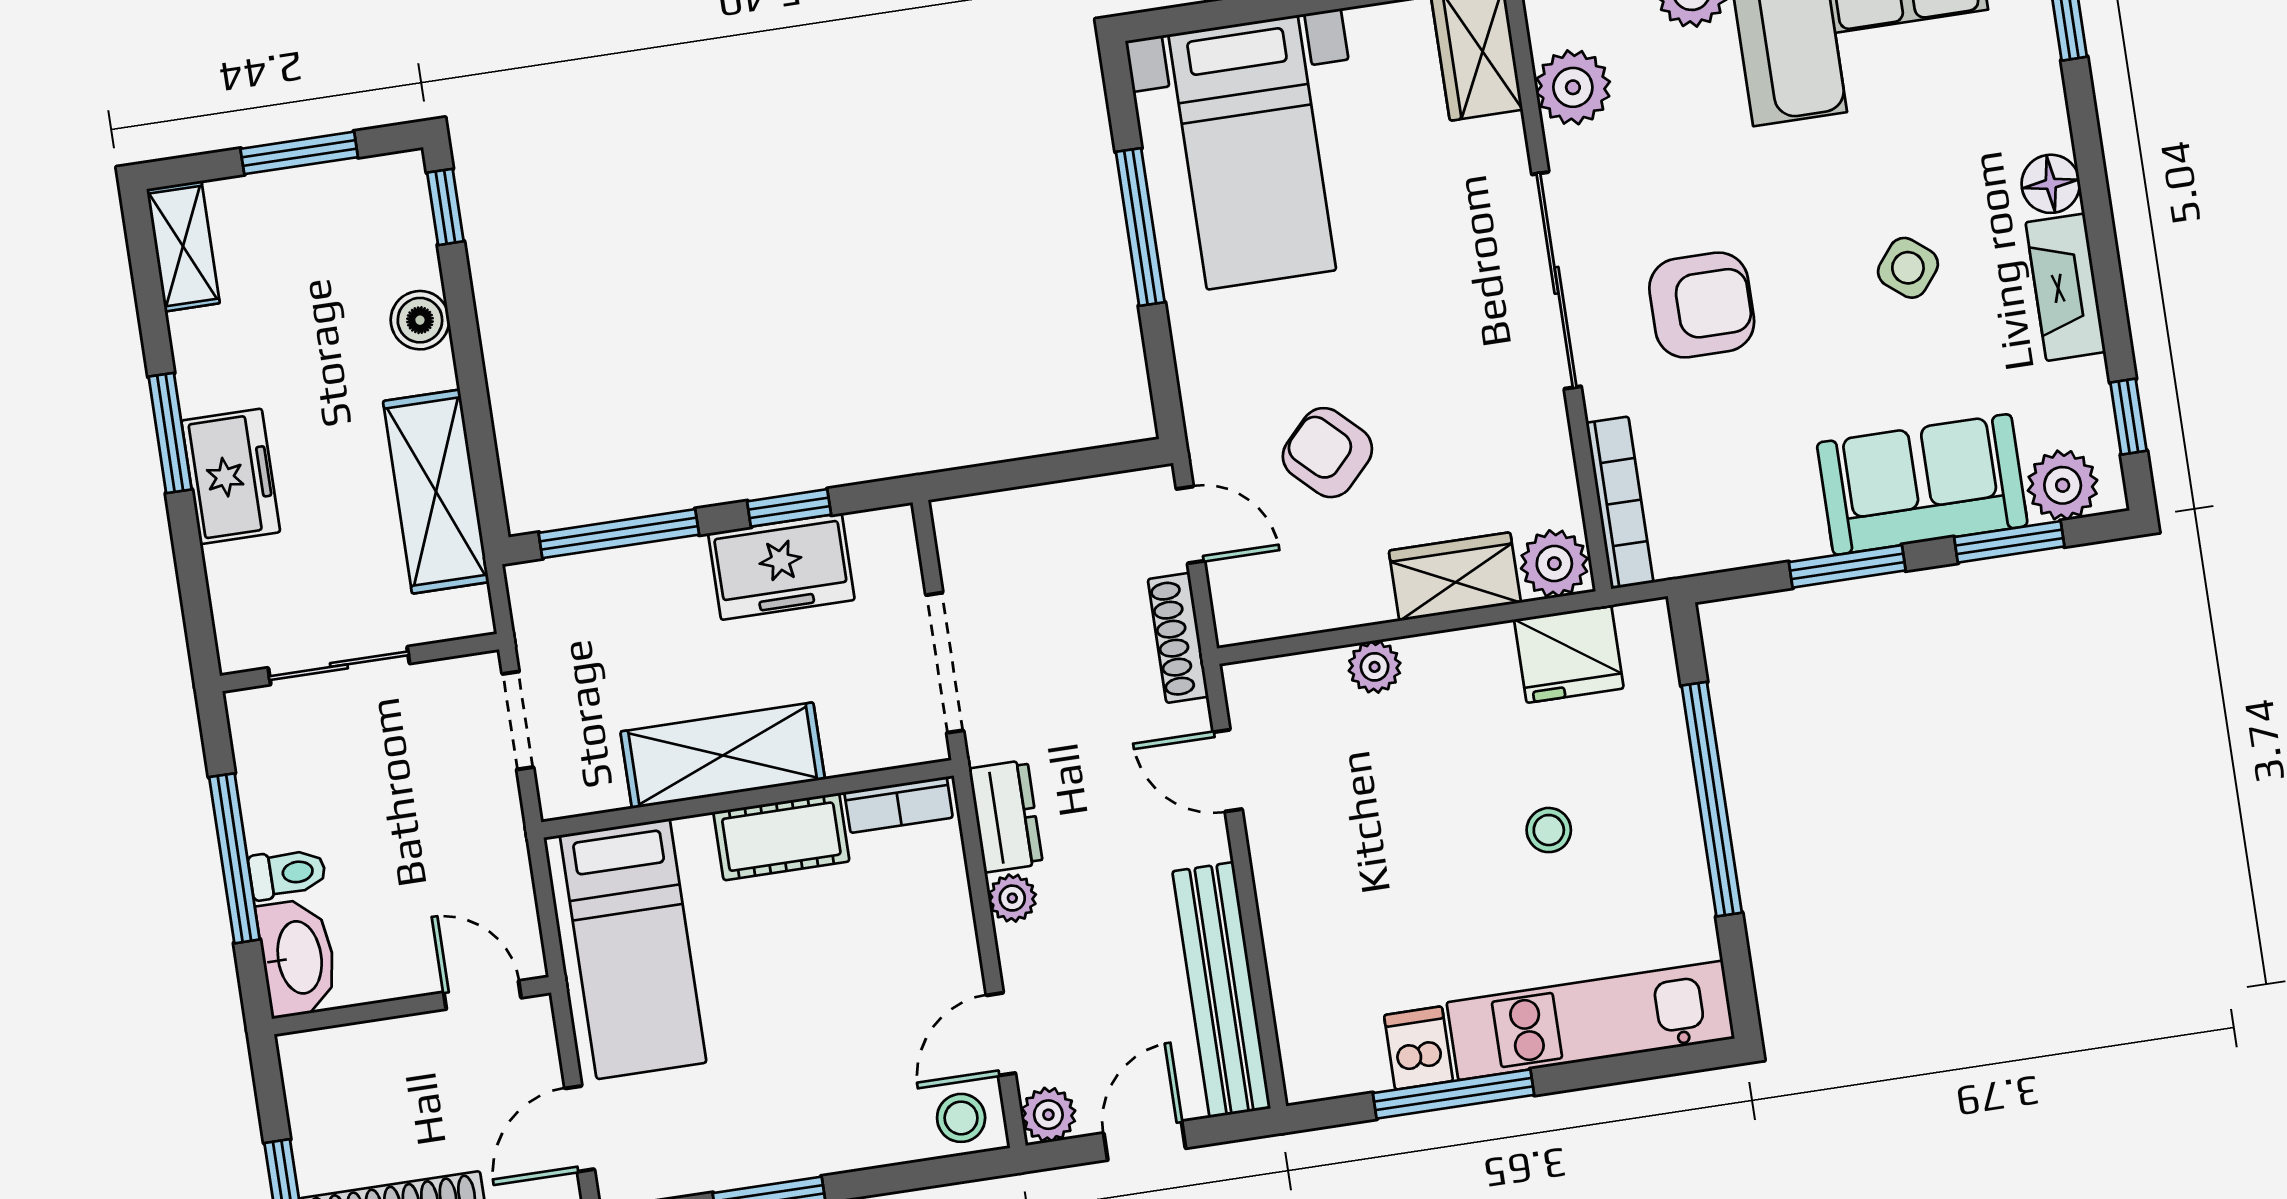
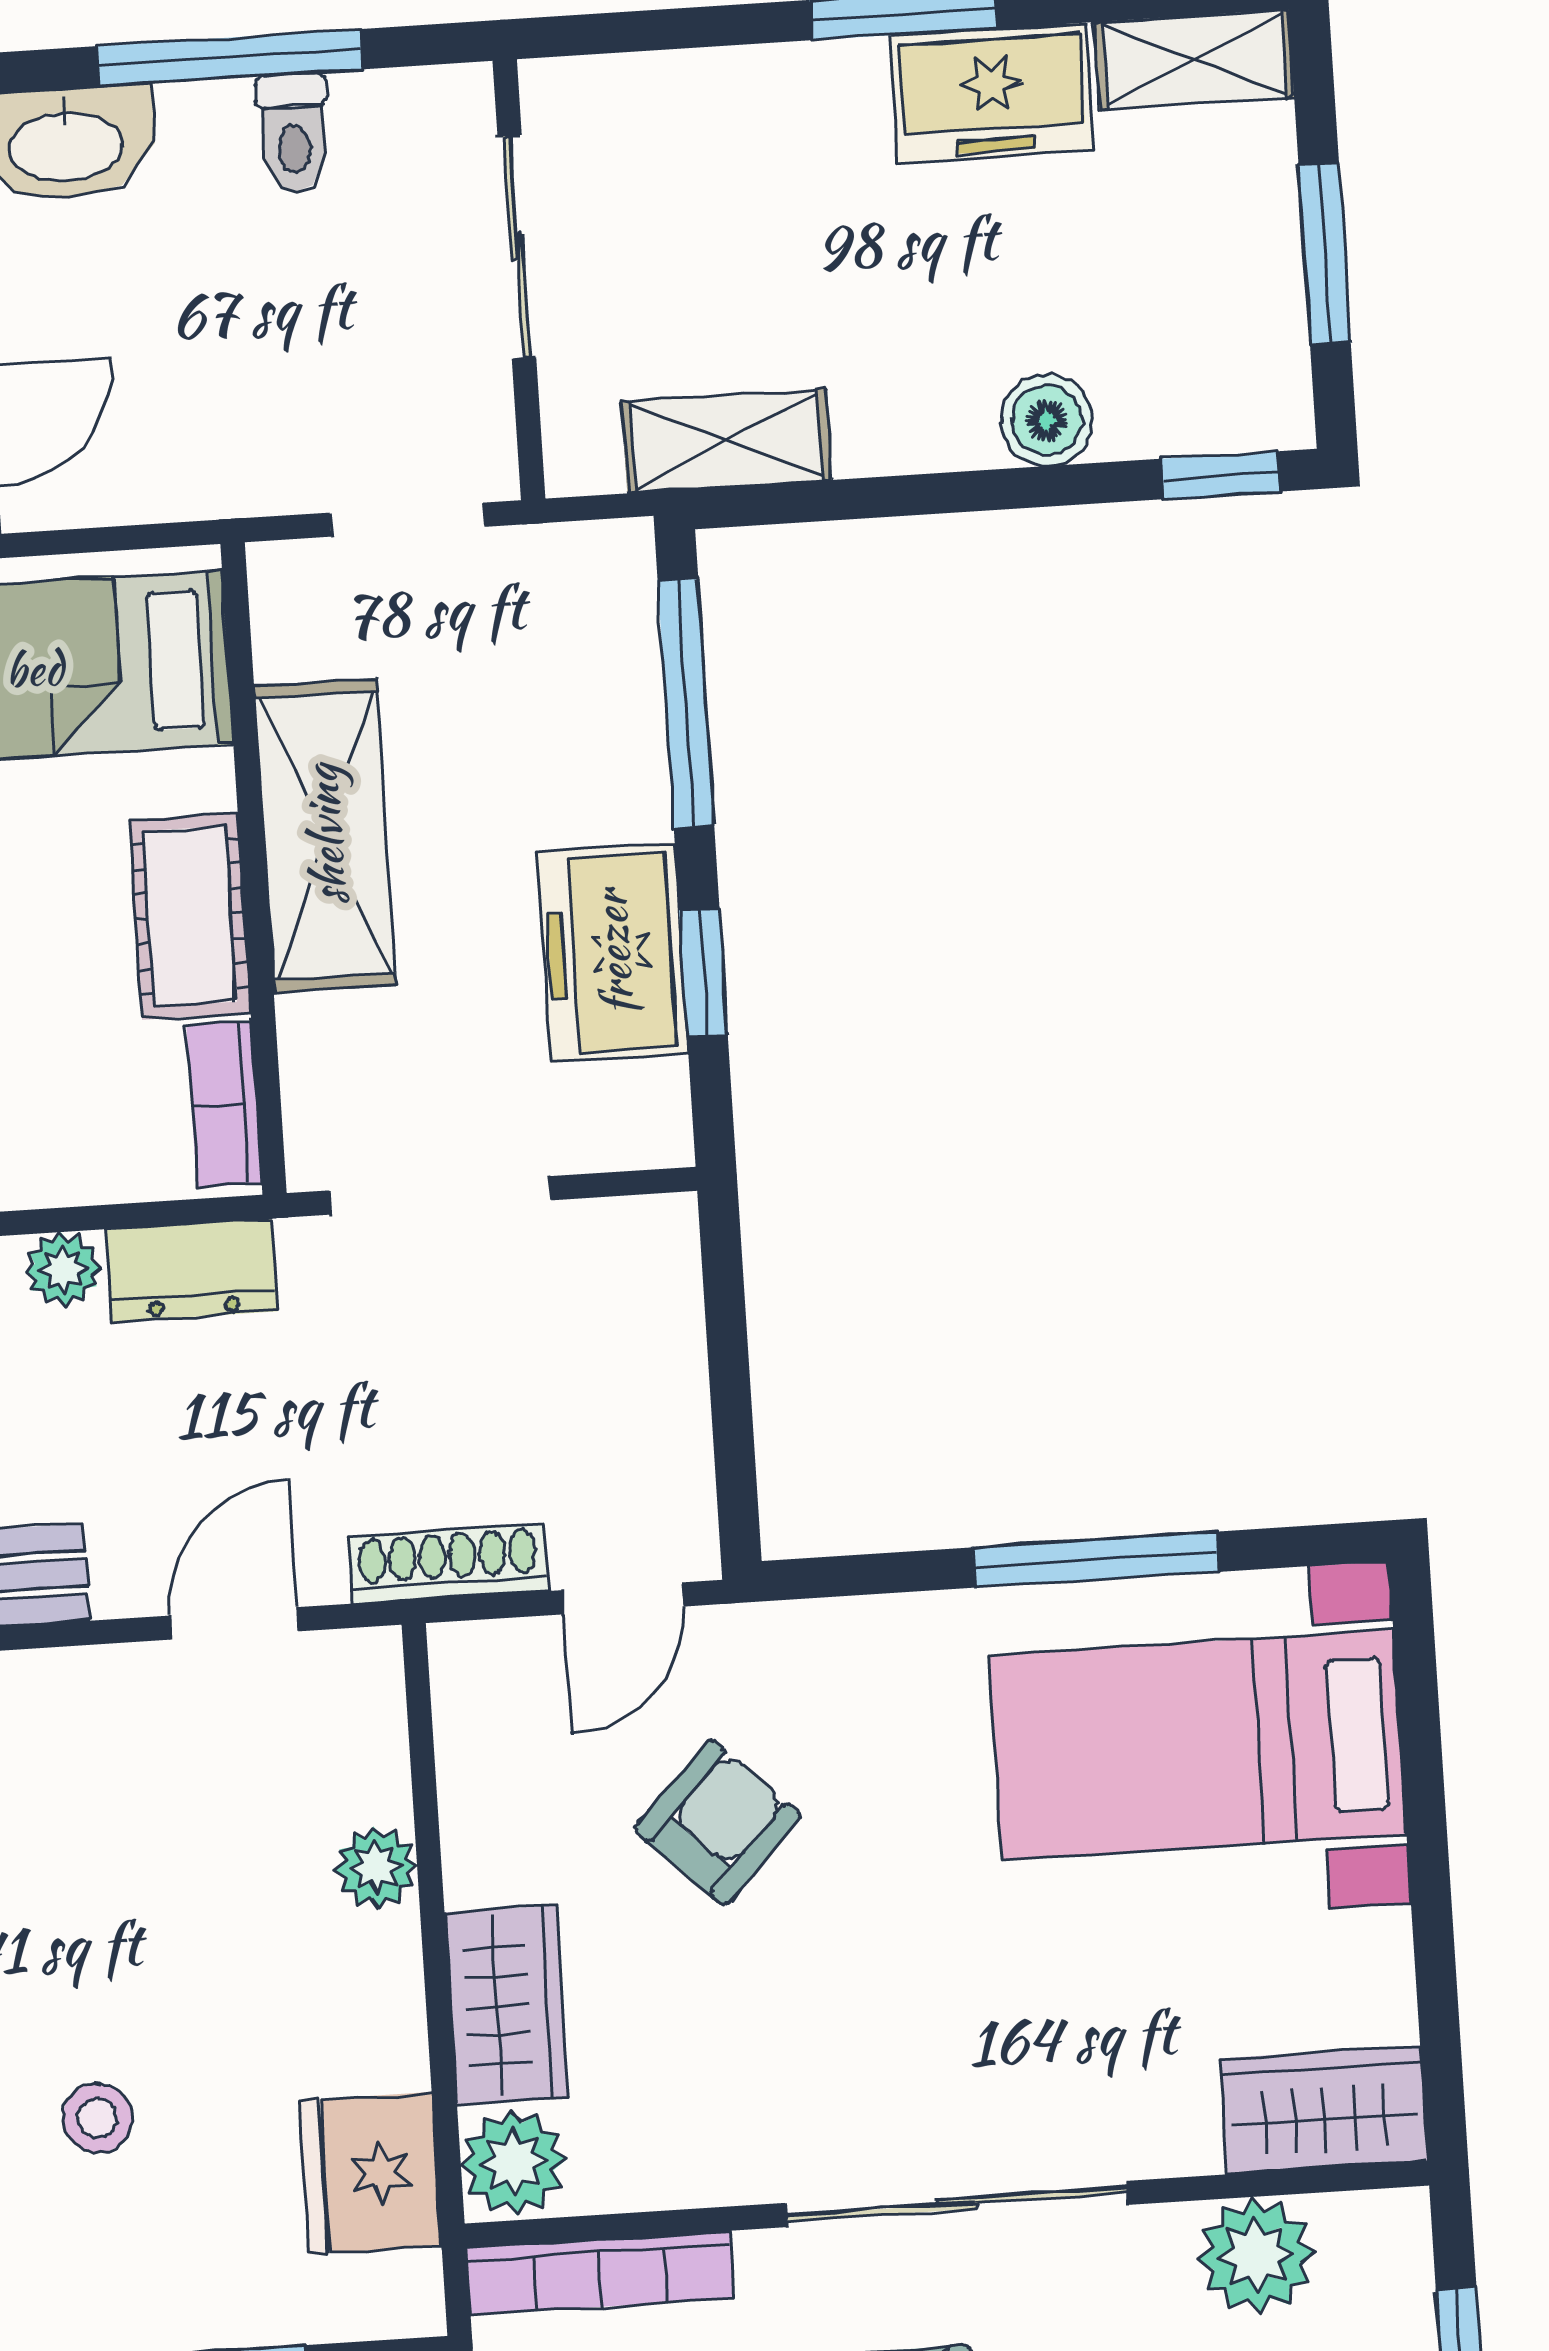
freezer: (231, 476) -> (992, 93), moved
shelving: (436, 492) -> (726, 441), width x0.67, depth x0.75
toilet: (287, 873) -> (293, 132), moved

